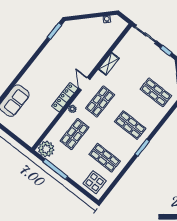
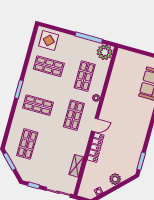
plant: (86, 24) -> (115, 179), added
shelving: (109, 64) -> (76, 166), moved
door: (84, 84) -> (95, 125), hinge flipped
shop shelf: (156, 92) -> (27, 144), turned 90
locker: (65, 97) -> (96, 148), moved

